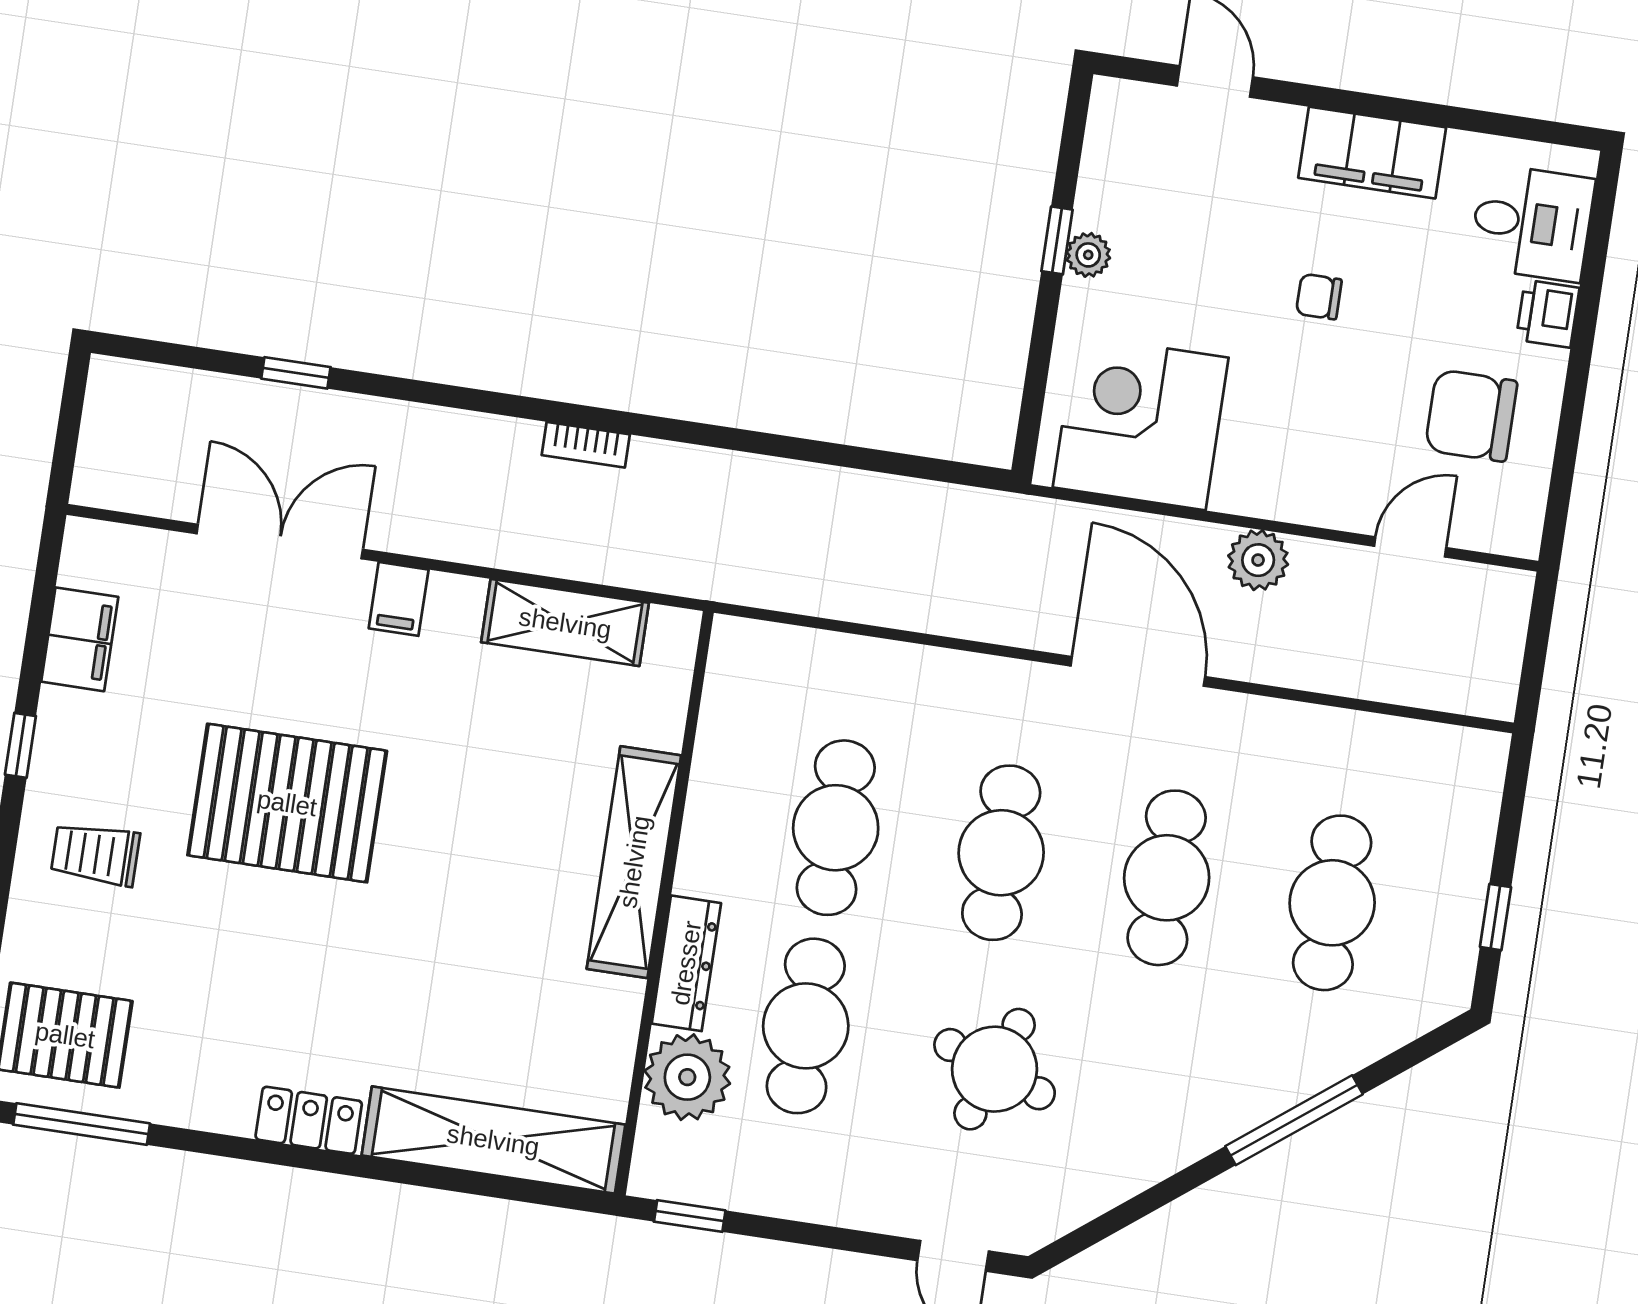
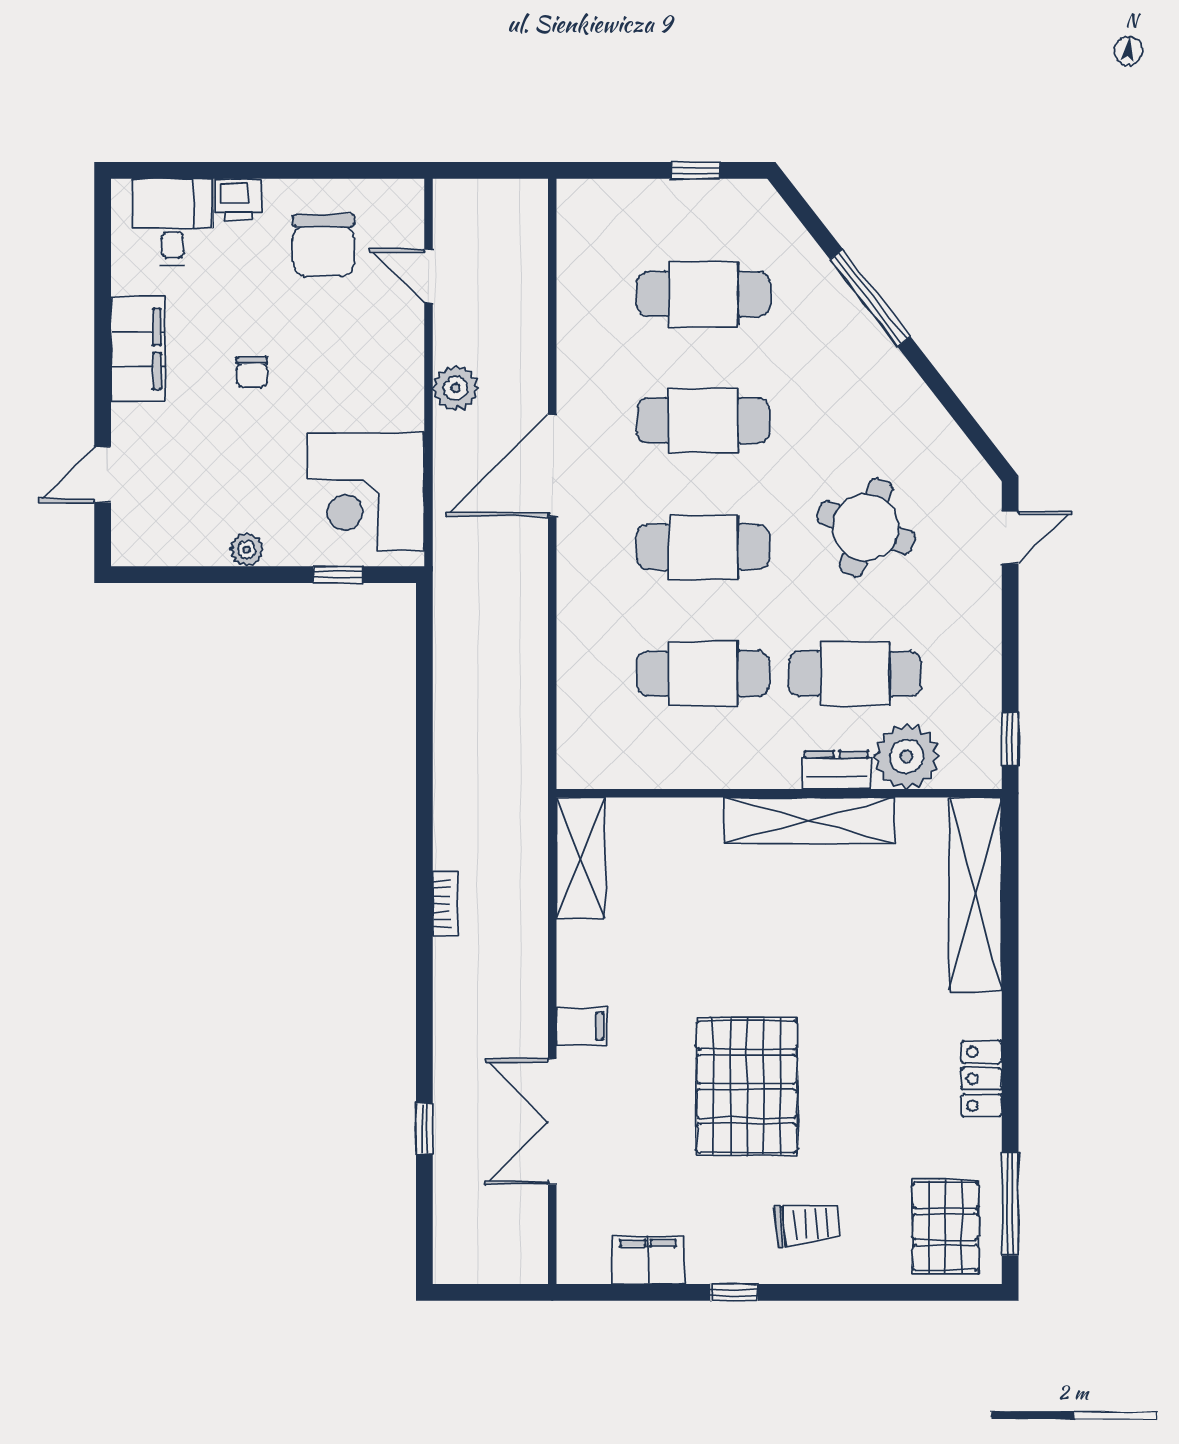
window: (1057, 240) -> (338, 575), moved
shelving: (565, 623) -> (581, 858), moved
trolley: (95, 854) -> (807, 1224), turned -95
shelving: (634, 862) -> (809, 821), moved
dresser: (686, 963) -> (837, 770), width x0.70
locker: (309, 1120) -> (982, 1079), moved

